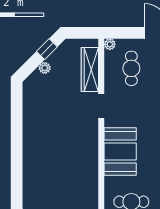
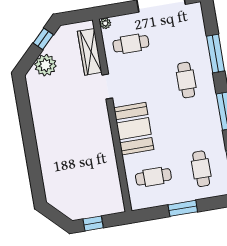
plant: (45, 68) -> (45, 65), width x1.87, depth x1.87
cafe table: (131, 68) -> (131, 44), turned 90

